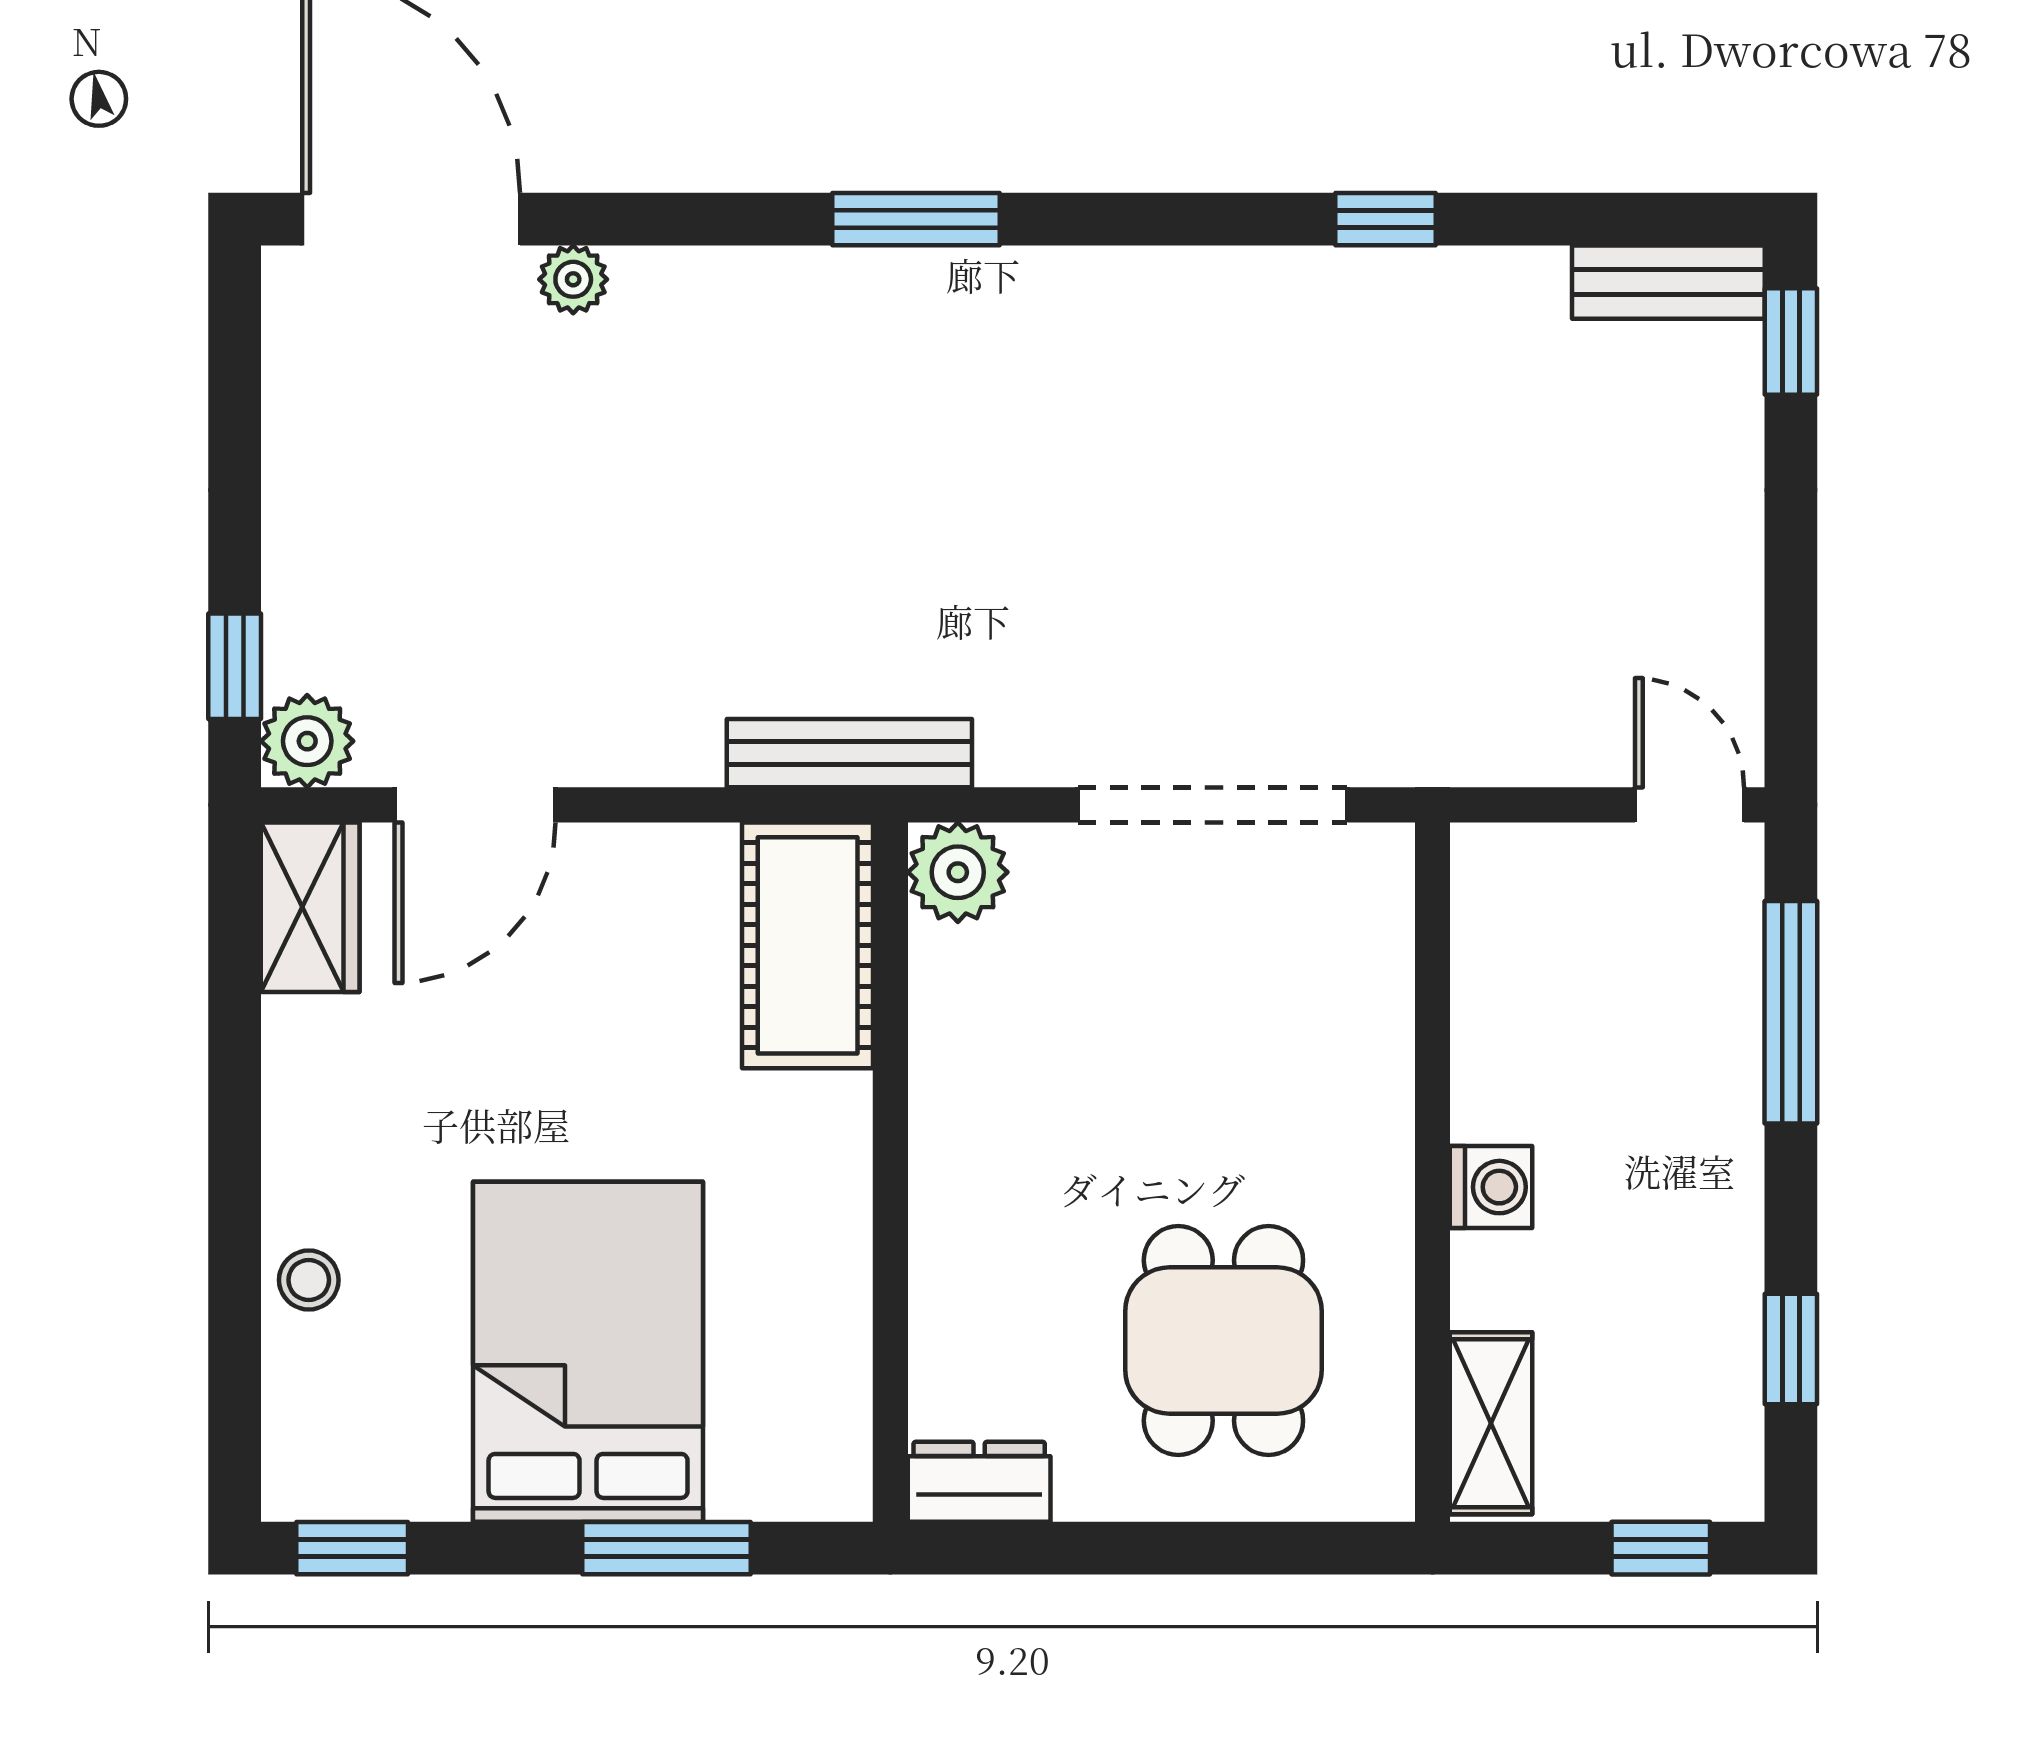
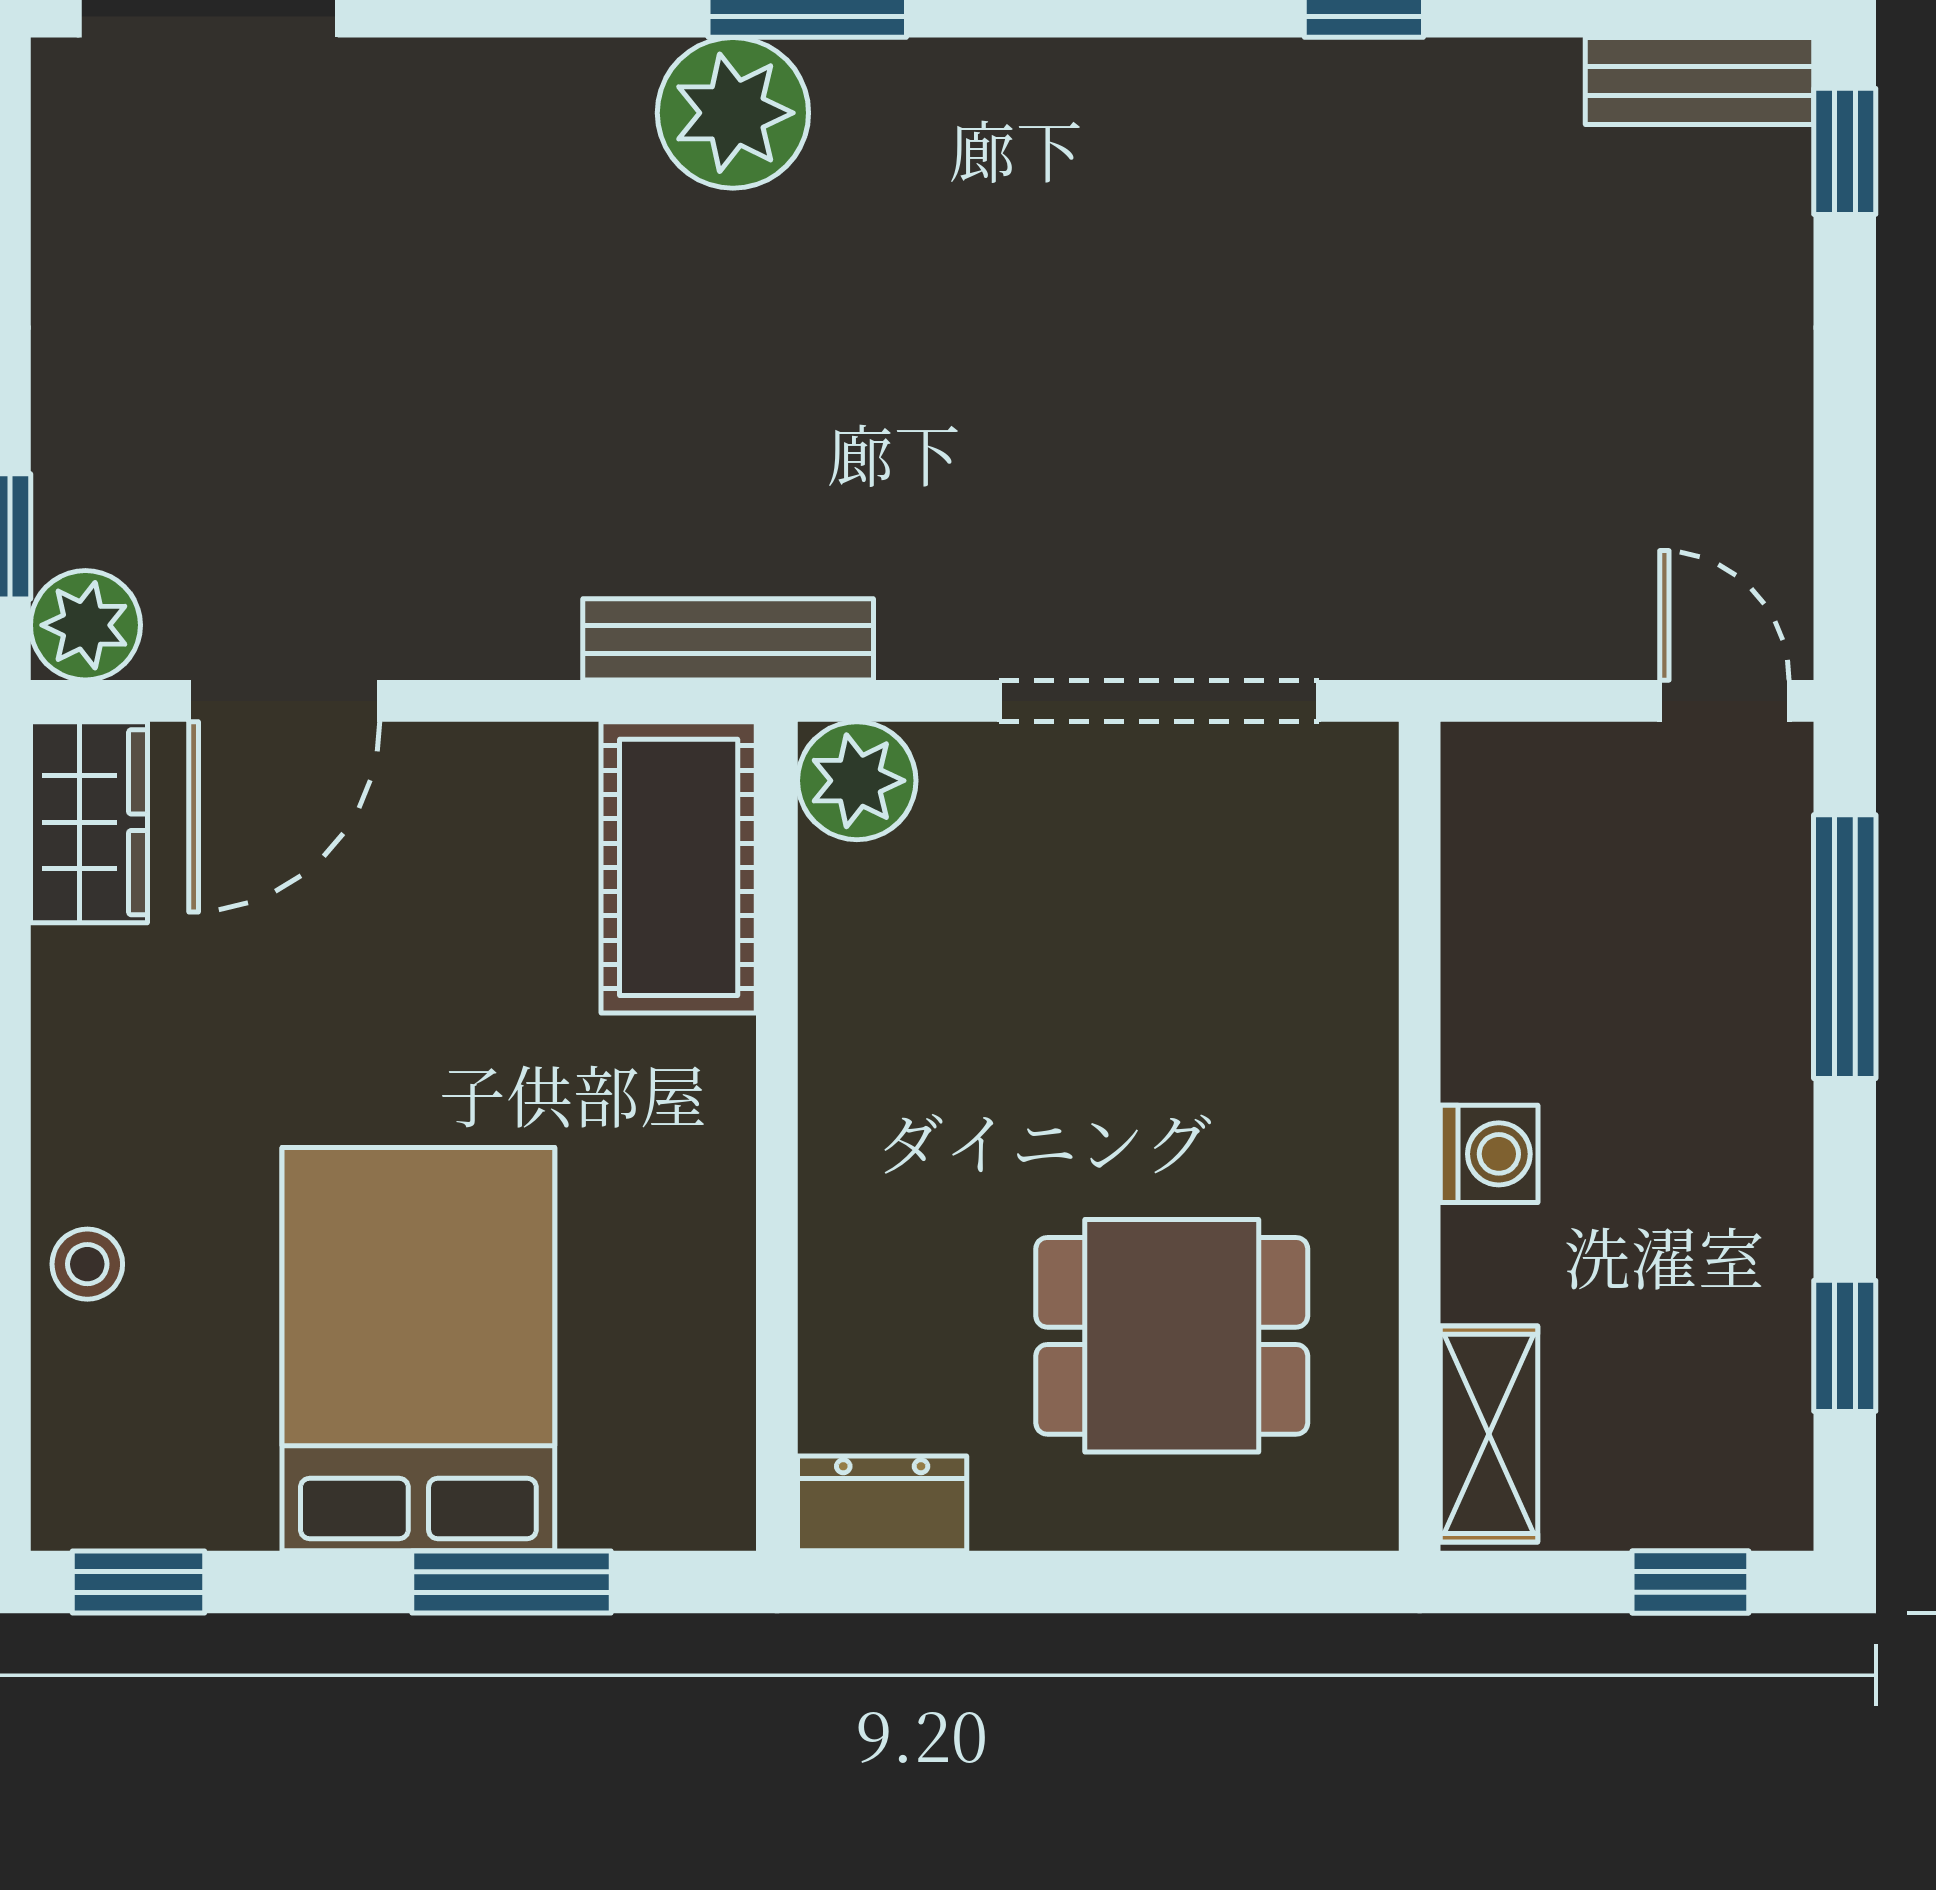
plant: (573, 279) -> (733, 113), moved, width x1.88, depth x1.88
dining table: (1223, 1341) -> (1172, 1336), turned 90

